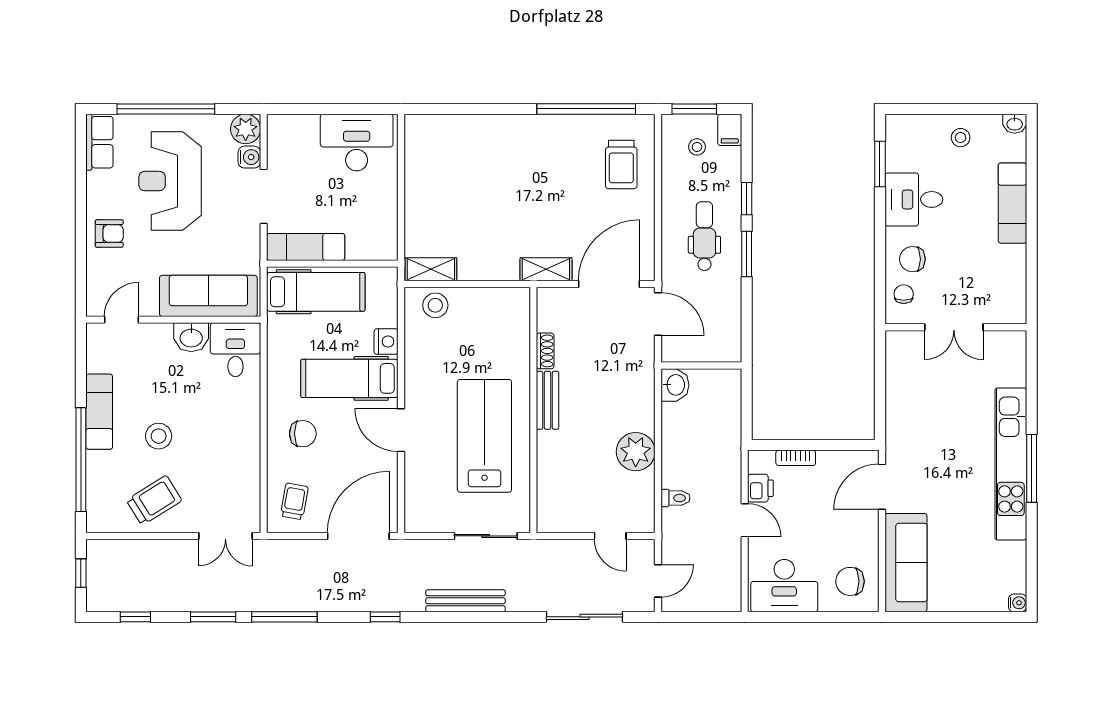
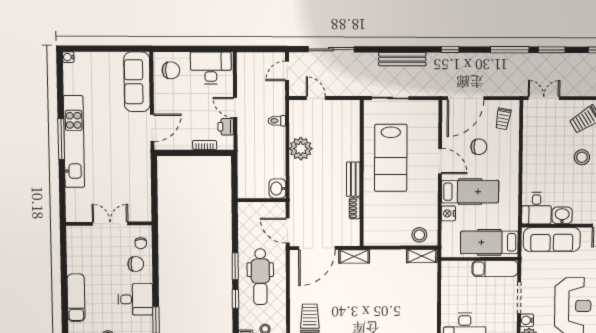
dental chair: (704, 236) -> (260, 277), width x1.36, depth x1.38
chair: (303, 434) -> (479, 147), moved, turned 180

